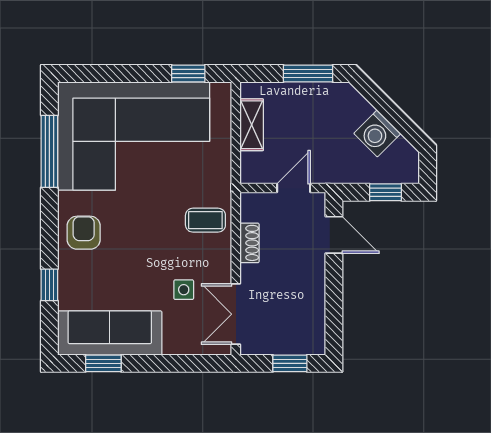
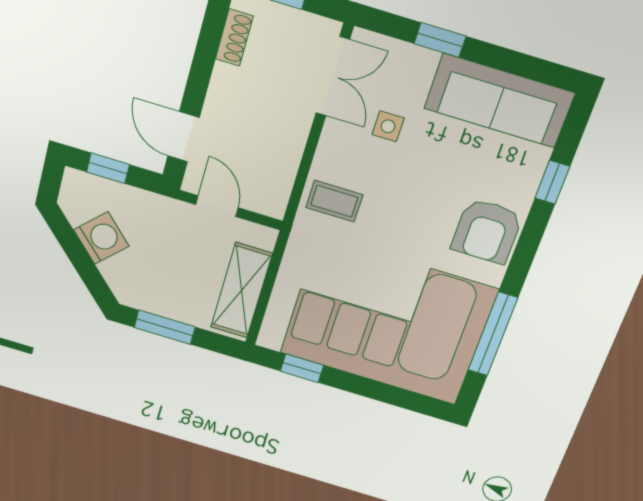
shelving: (252, 125) -> (241, 290), width x1.50, depth x1.33
door: (294, 188) -> (217, 206), swing flipped
armchair: (84, 233) -> (487, 231), width x1.38, depth x1.38
shoe rack: (250, 243) -> (234, 38), moved, turned 180
window: (103, 363) -> (440, 40), moved

